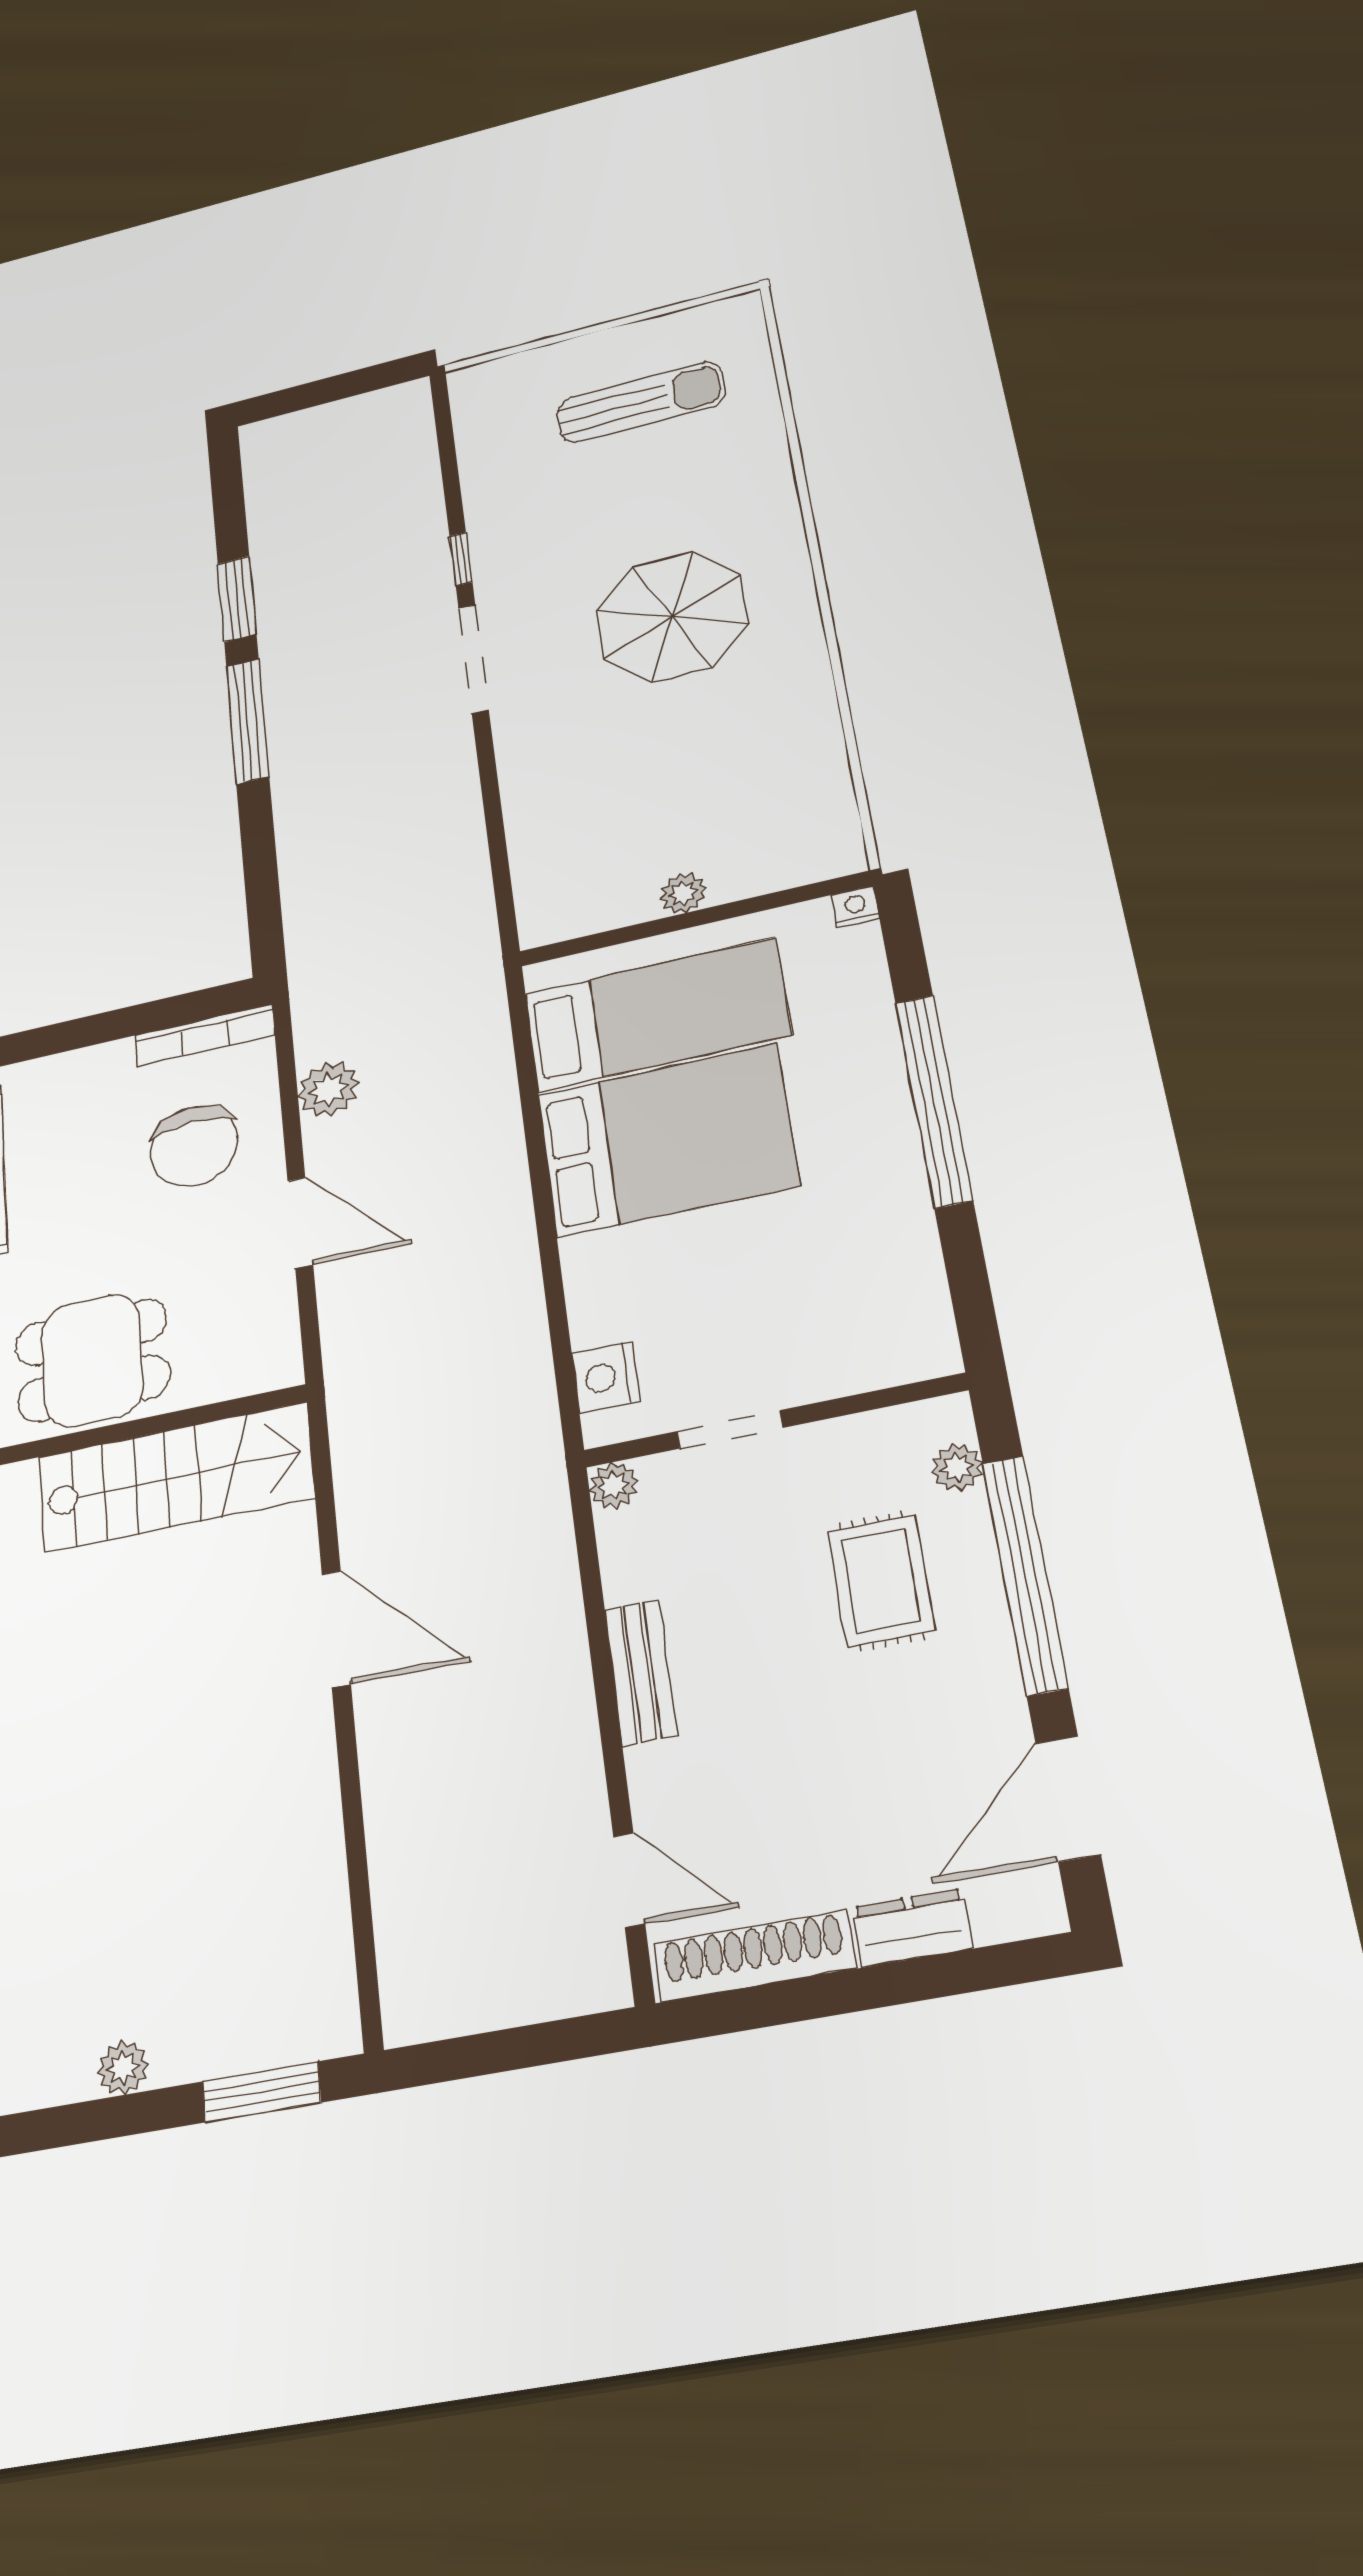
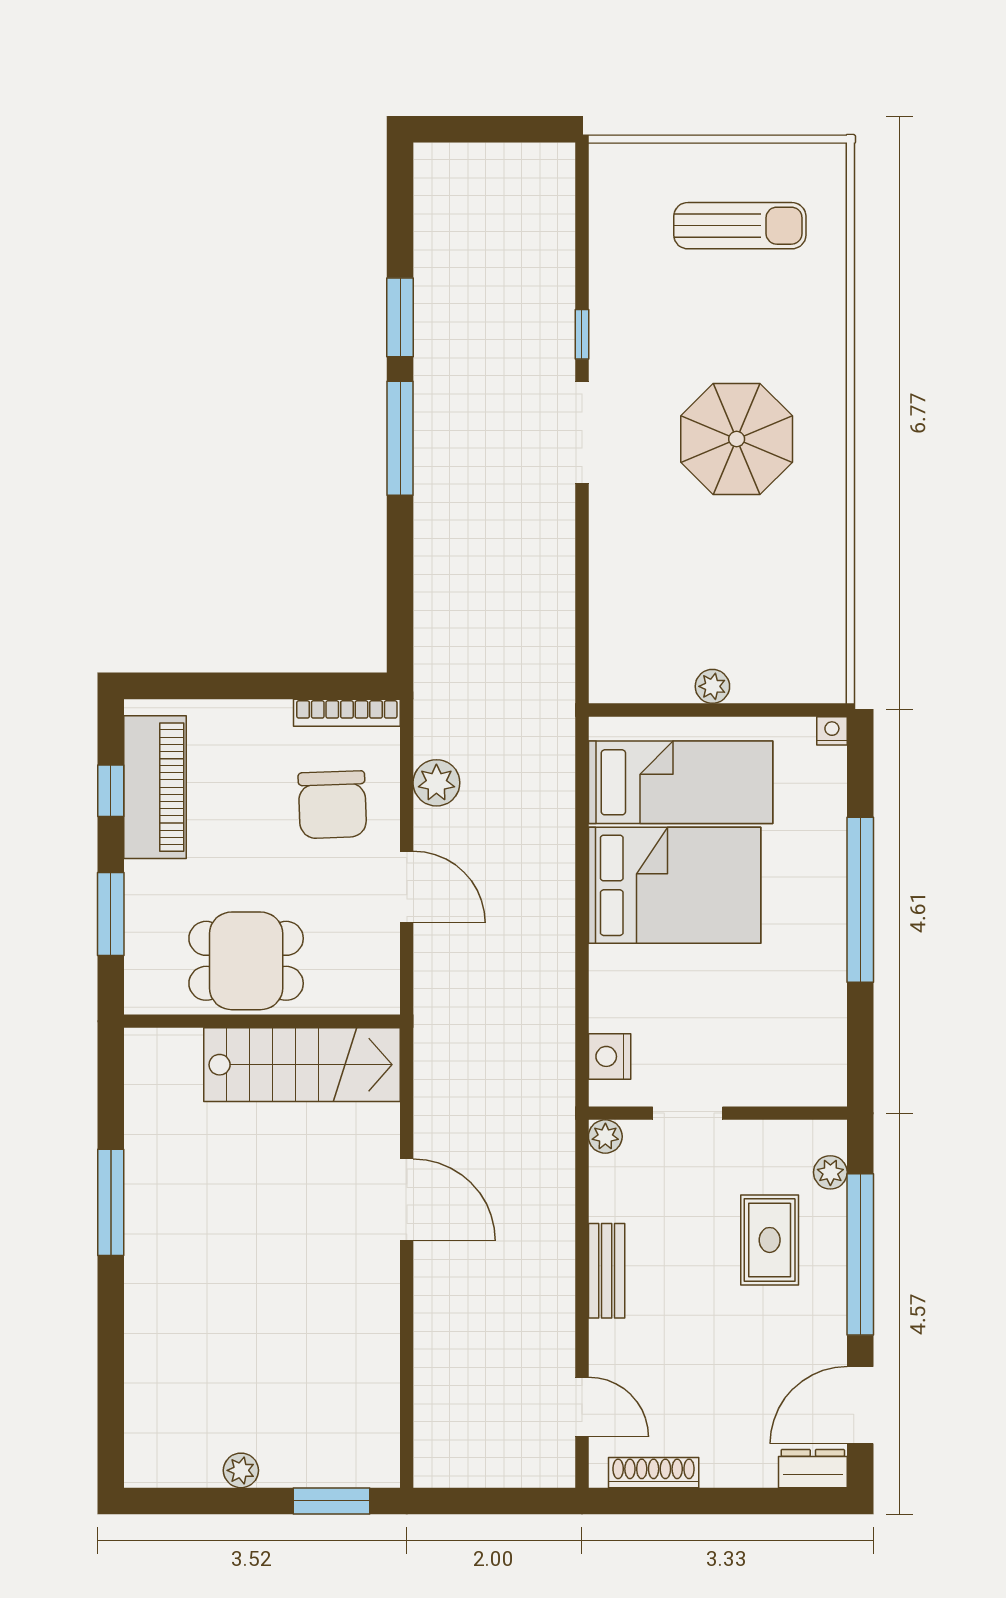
dresser: (912, 1928) -> (813, 1469), moved
shoe rack: (754, 1956) -> (654, 1473), width x0.74, depth x0.81

